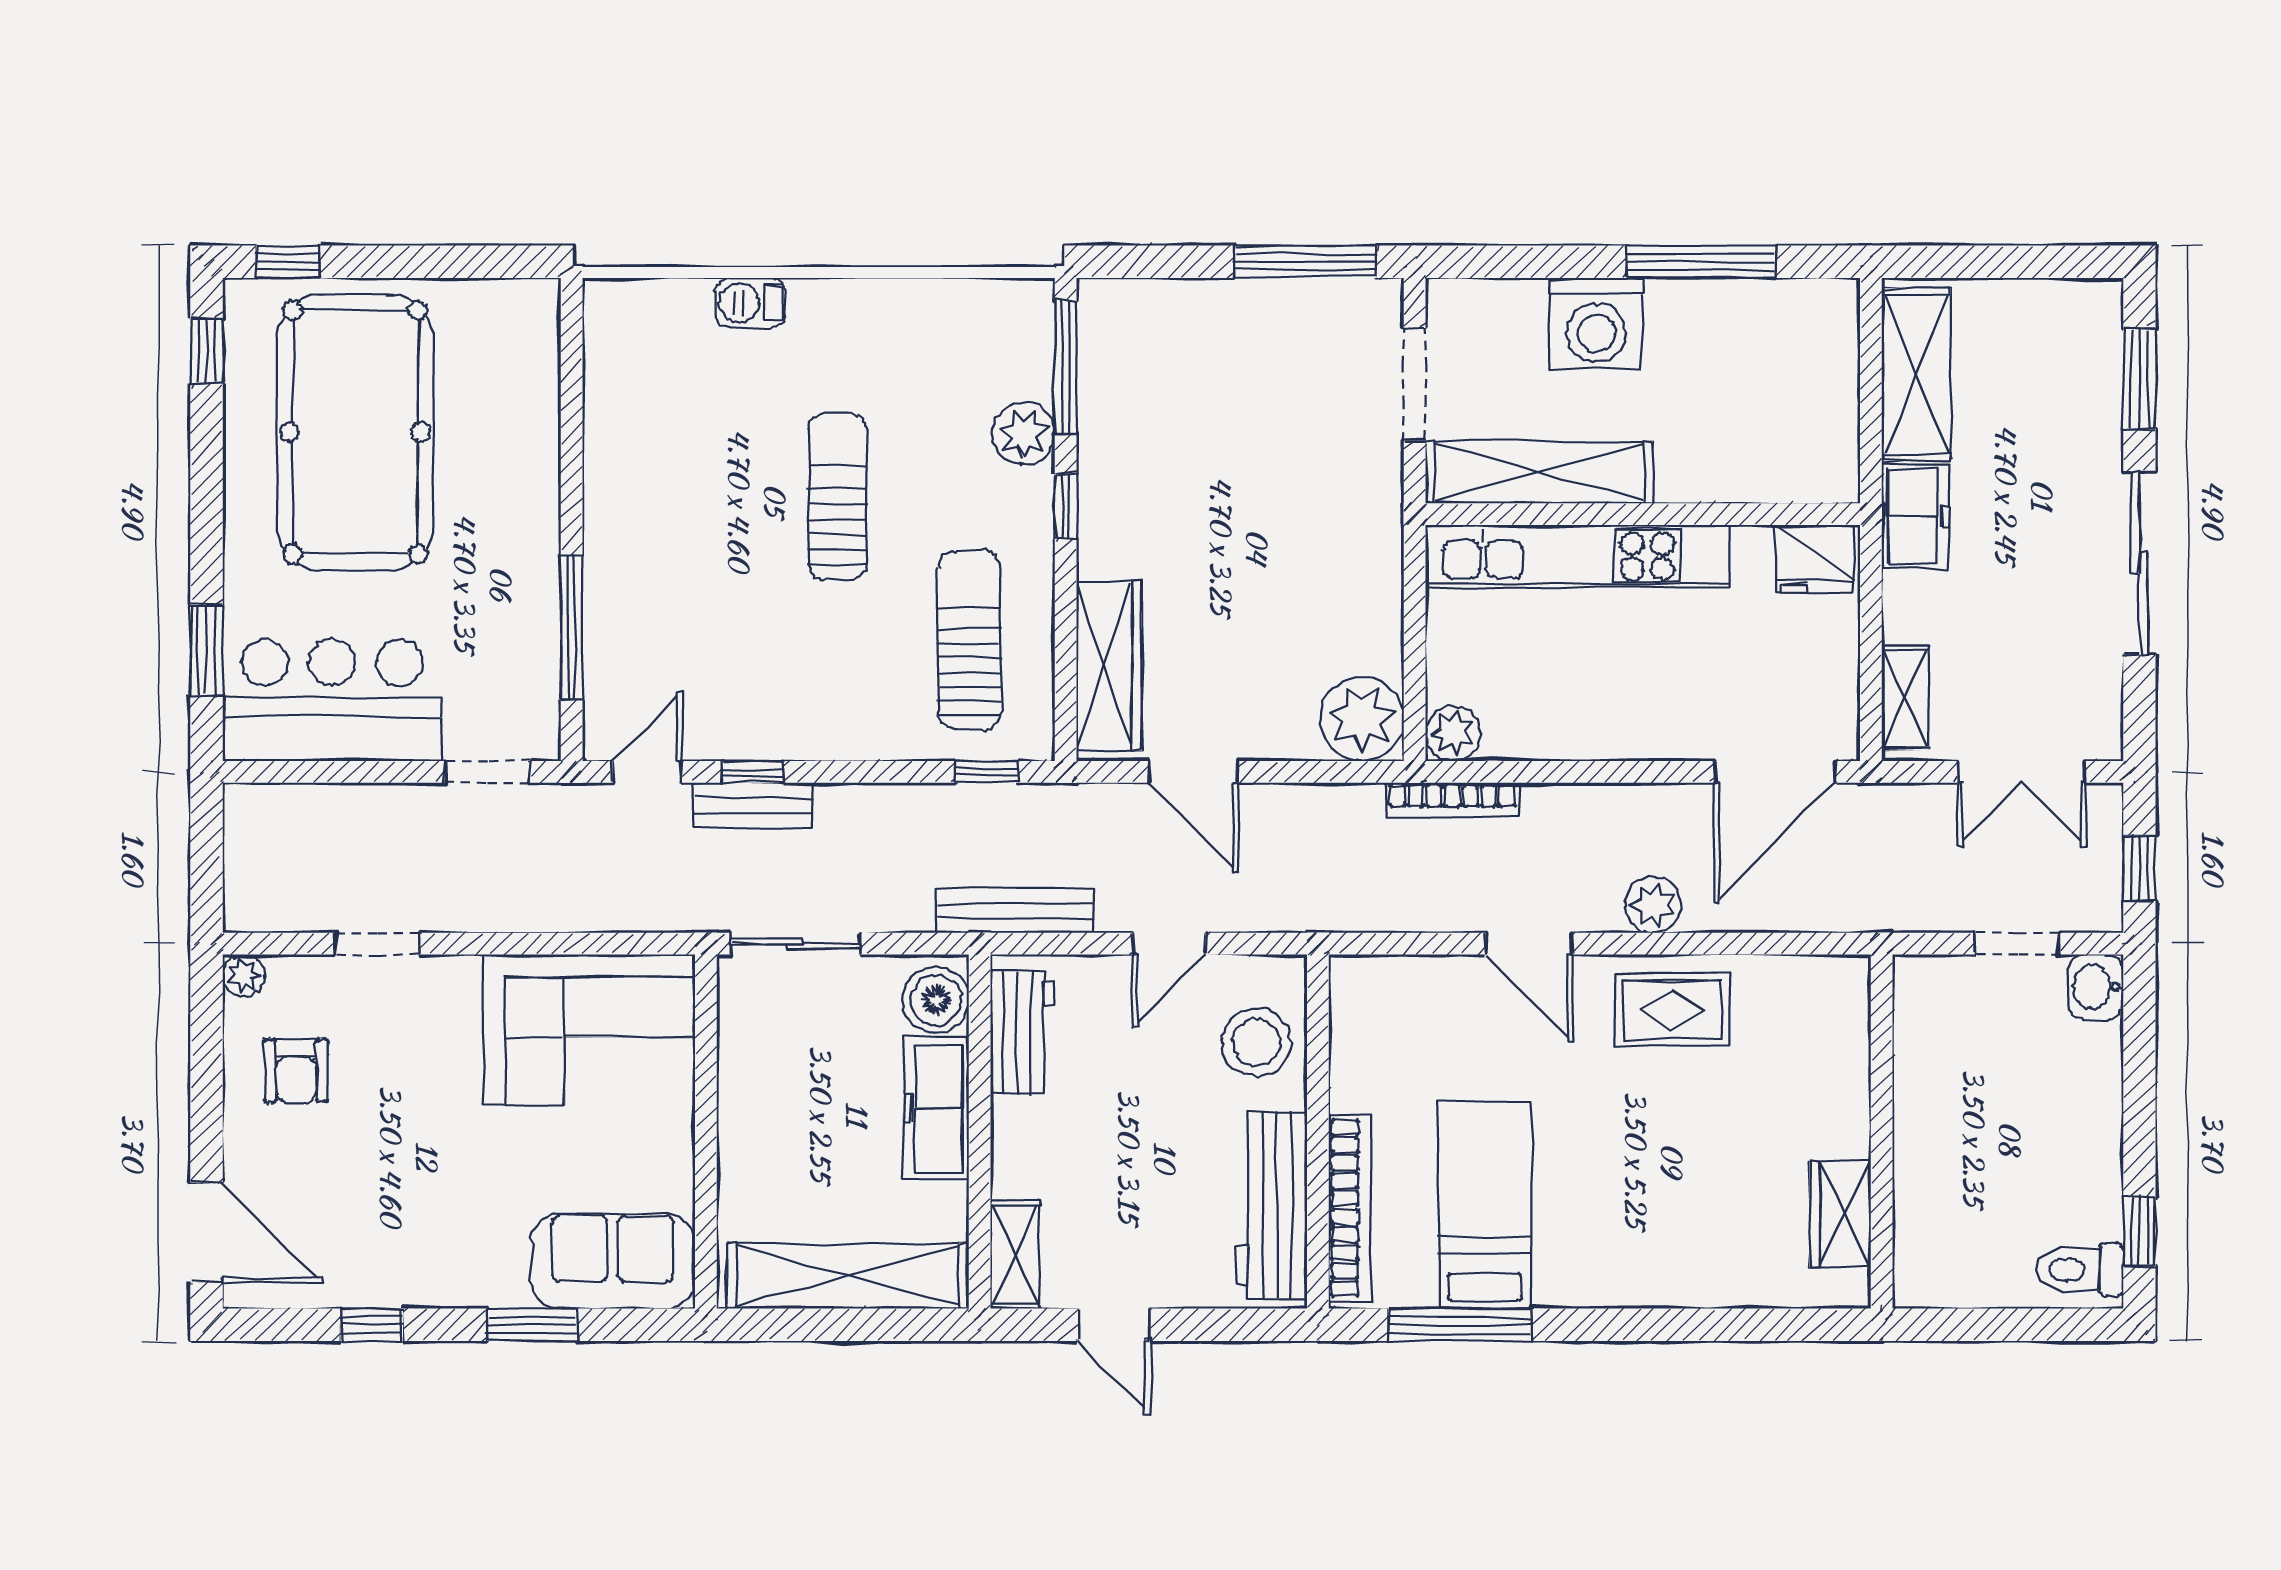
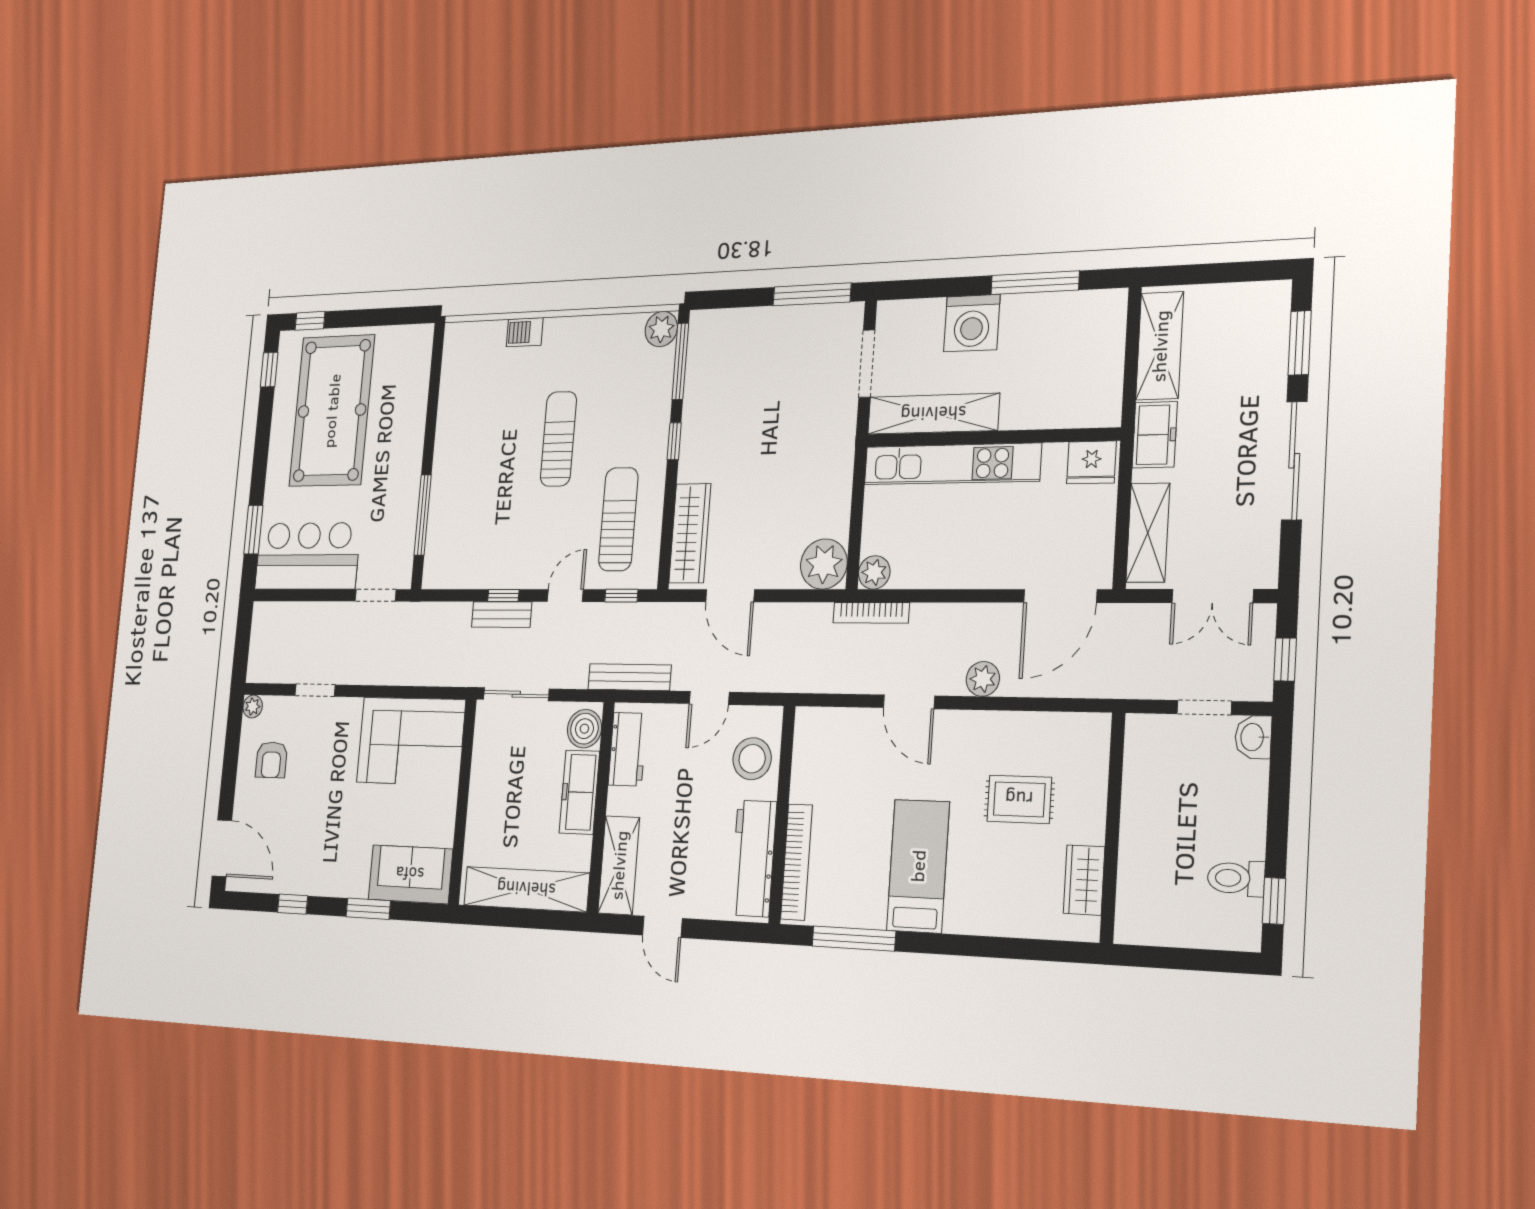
plant: (1024, 433) -> (661, 329), moved
shelving: (1905, 698) -> (1148, 533), width x1.50, depth x1.33
door: (647, 772) -> (565, 596), moved
rug: (1672, 1010) -> (1019, 799), moved
bed: (1485, 1205) -> (918, 866), moved
shelving: (1015, 1254) -> (619, 865), width x1.50, depth x1.33
toilet: (2080, 1270) -> (1236, 878), moved

